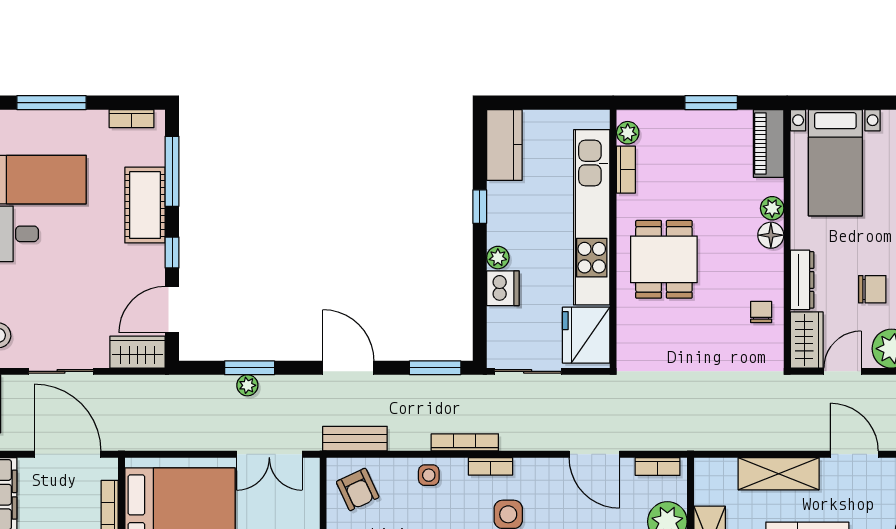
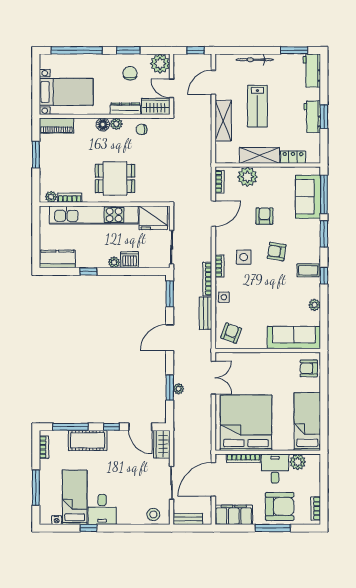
plant: (772, 208) -> (116, 124), moved
bench: (355, 439) -> (205, 313), moved
armchair: (358, 489) -> (231, 333), turned -45

